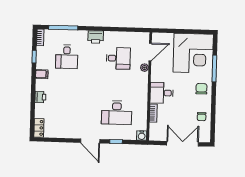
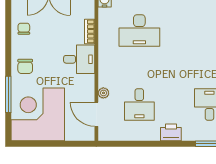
door: (150, 52) -> (96, 114), hinge flipped
desk: (118, 58) -> (139, 104), turned -90
desk: (117, 113) -> (139, 31), turned 180

